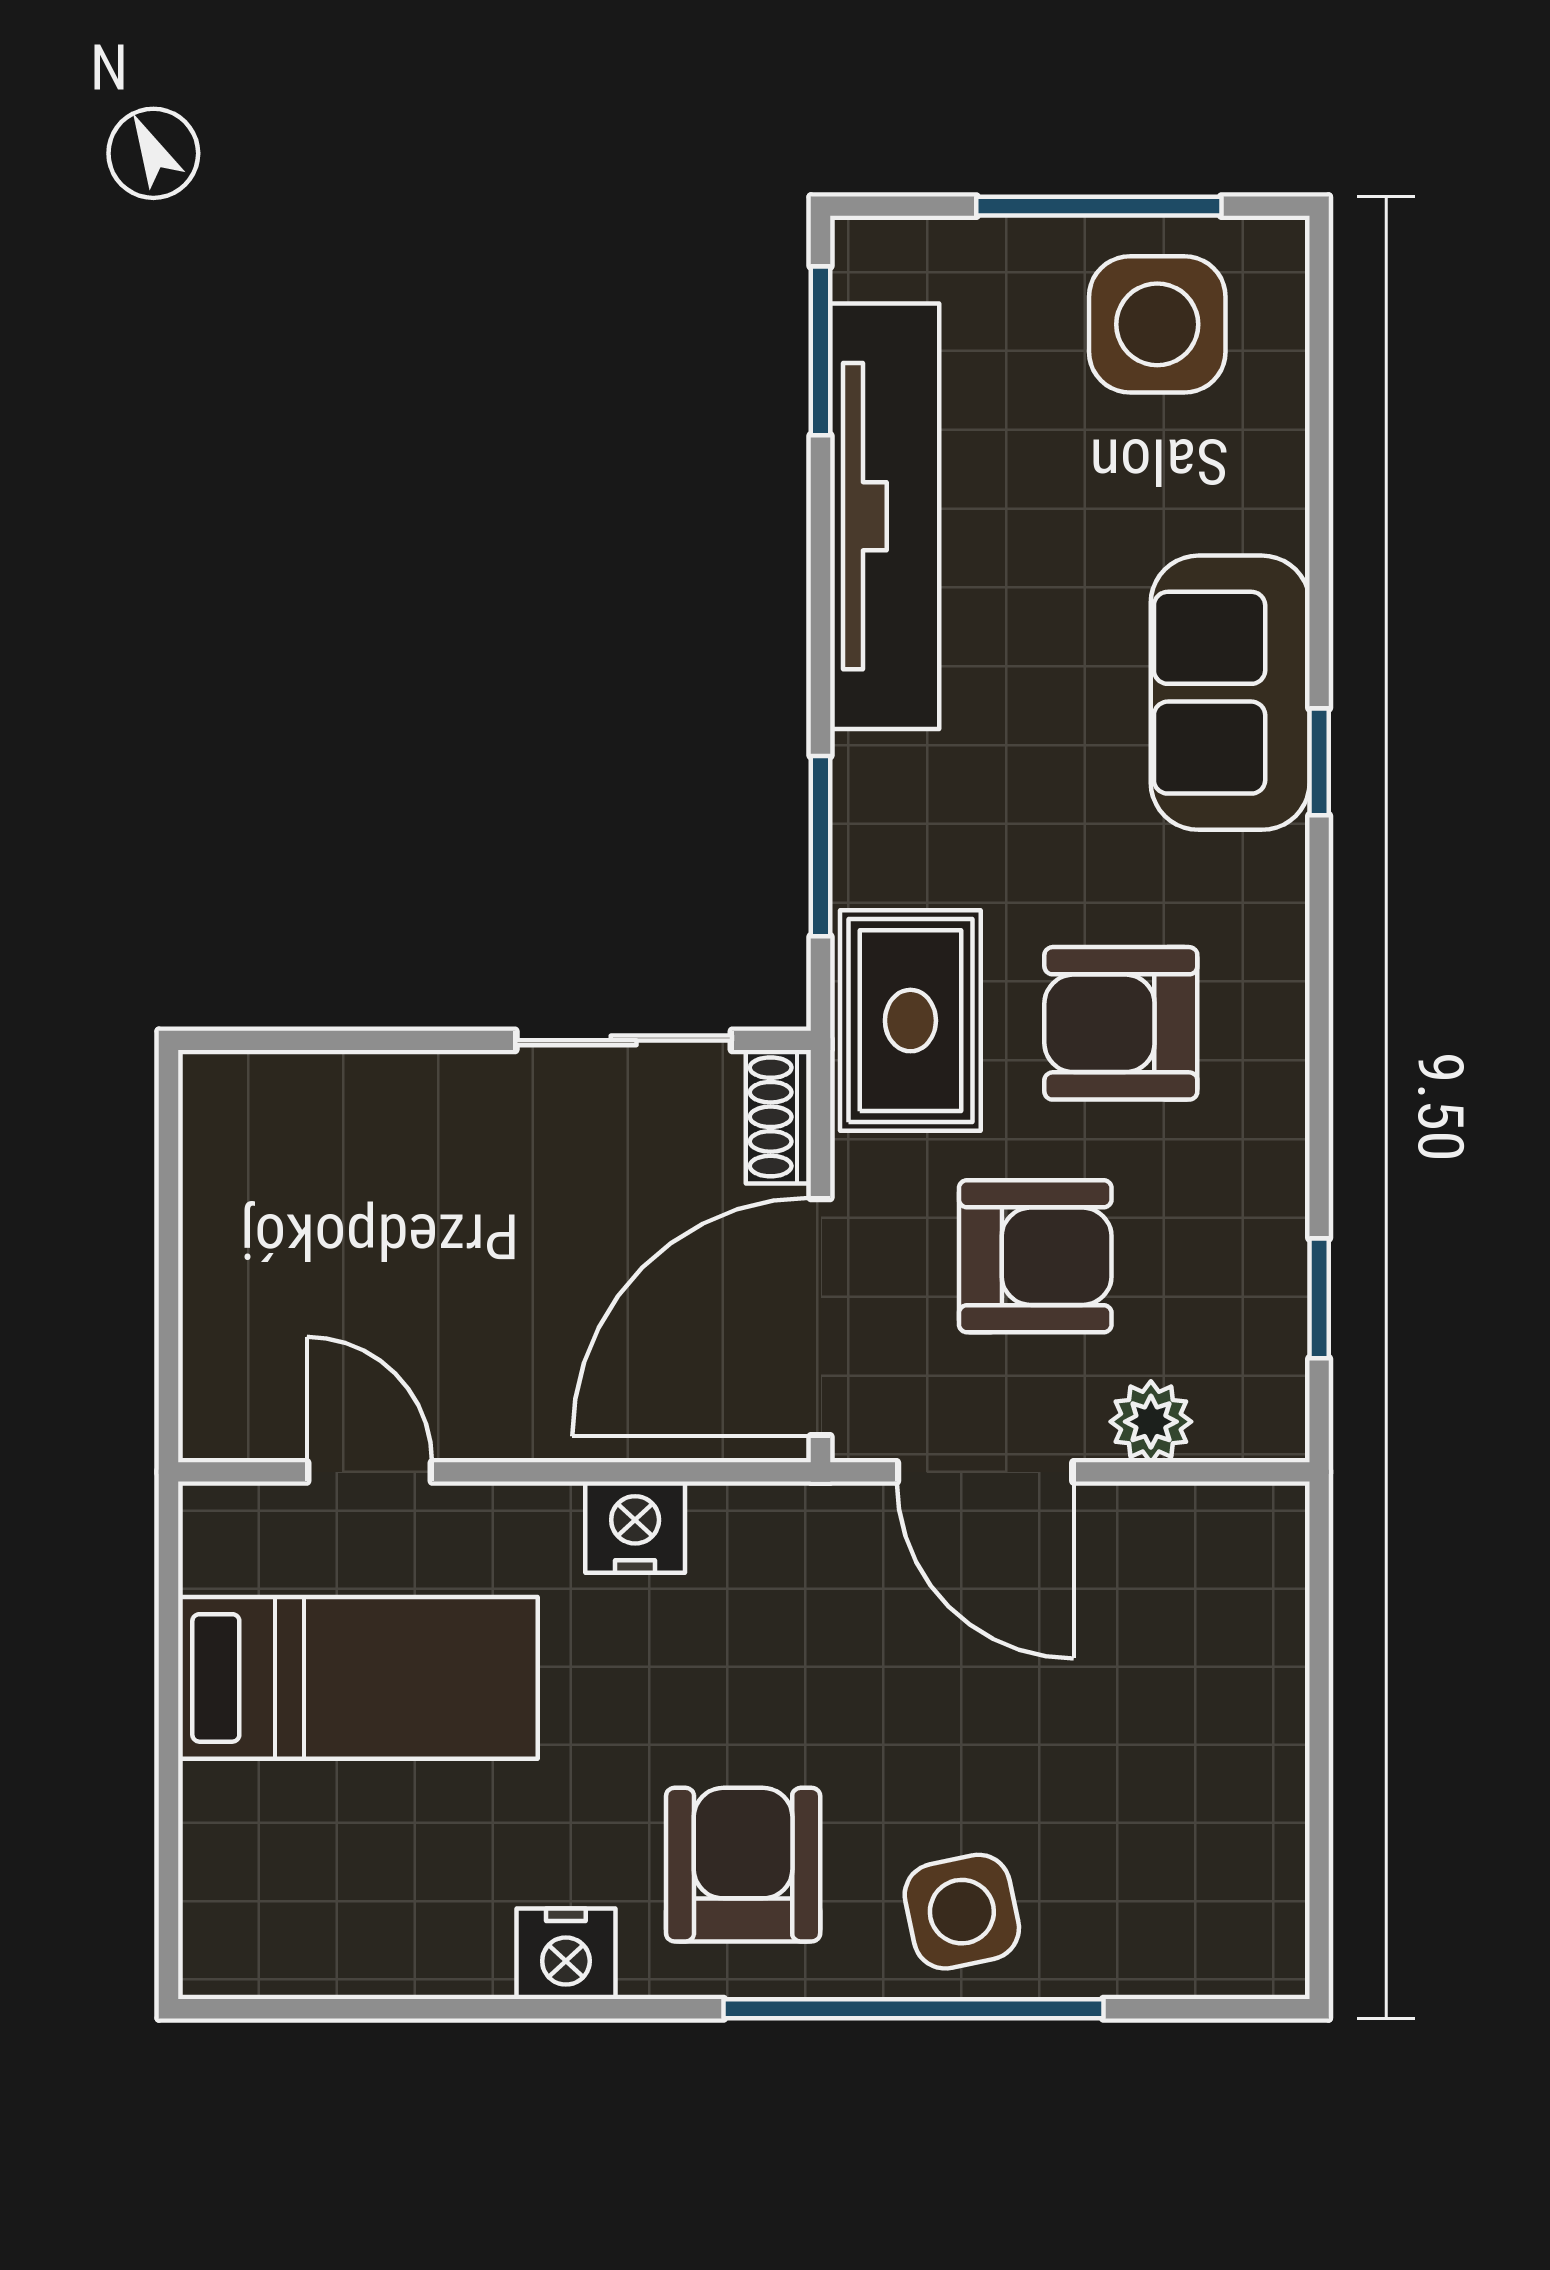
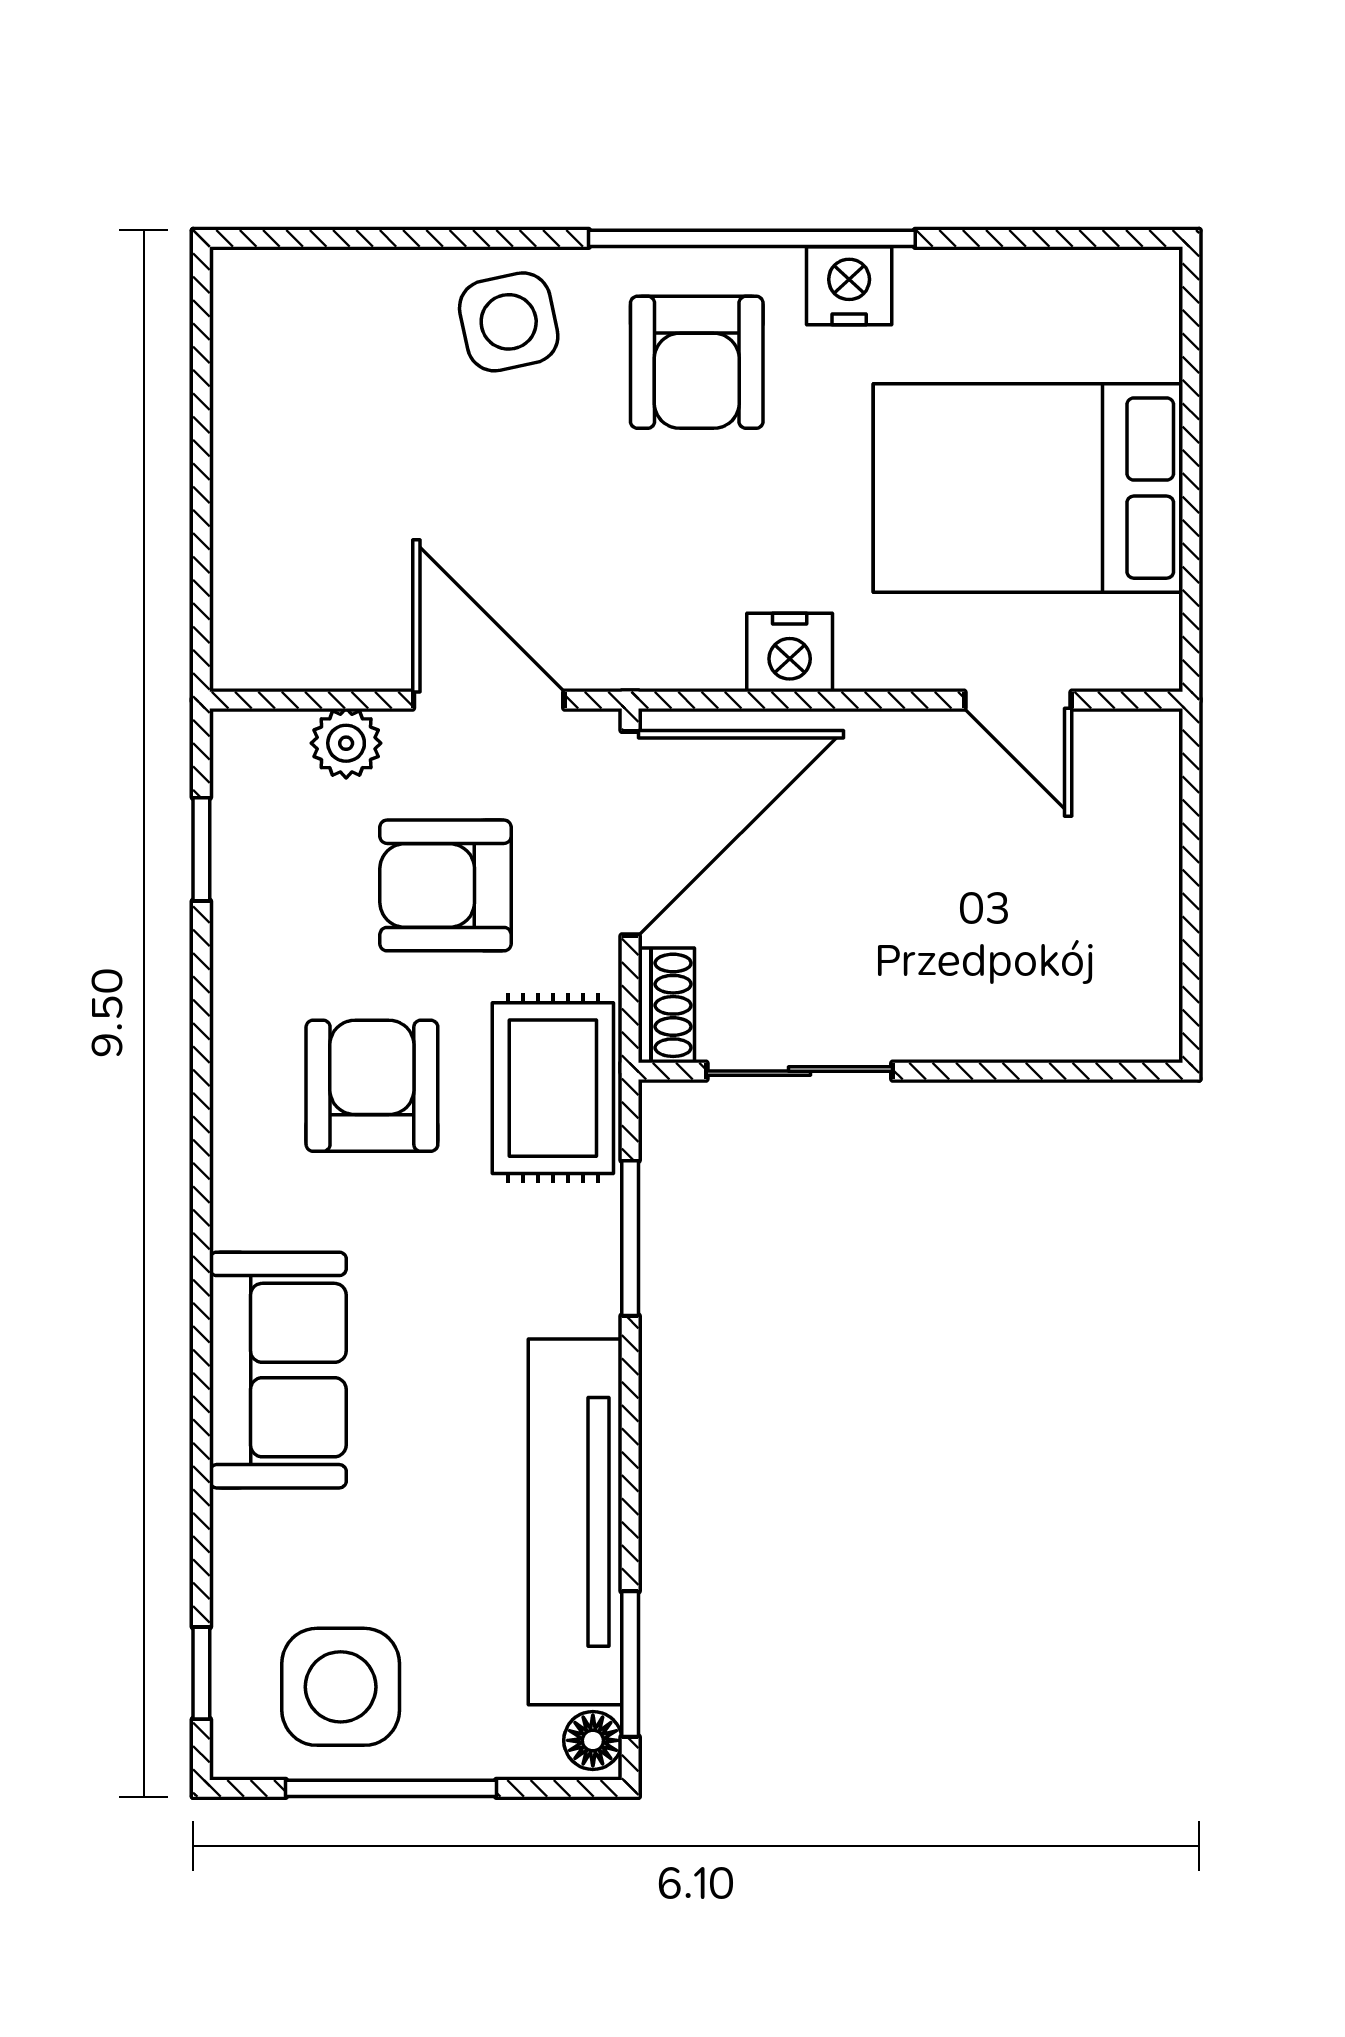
floor lamp: (864, 262) -> (593, 1740), added
window: (1319, 762) -> (201, 1673), moved
armchair: (1121, 1023) -> (372, 1086), turned -90
bed: (358, 1678) -> (1028, 488), width x1.50
window: (913, 2009) -> (752, 238), moved

